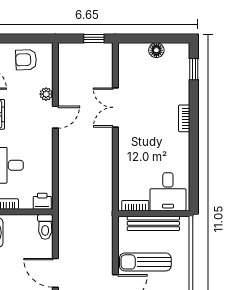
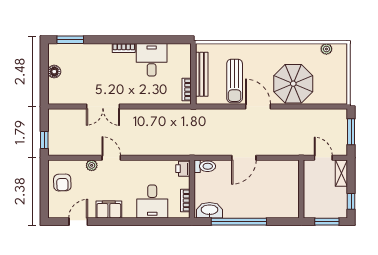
window: (94, 38) -> (44, 140), moved
window: (194, 69) -> (70, 40), width x1.50
bookcase: (184, 118) -> (124, 48), moved
desk: (168, 192) -> (152, 60), moved, turned -90

